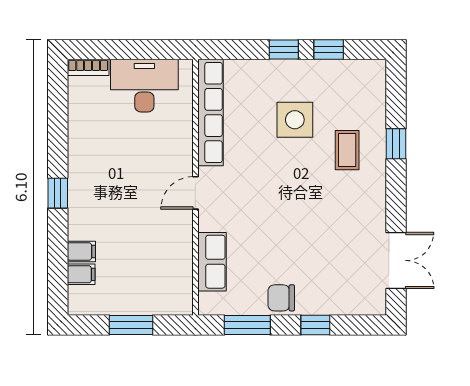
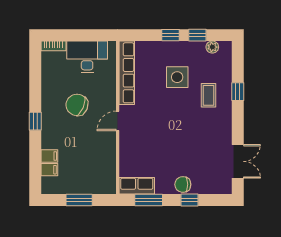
plant: (354, 69) -> (212, 47), added
chair: (127, 166) -> (77, 105), added
row of seats: (212, 262) -> (137, 186), moved, turned -90
chair: (281, 298) -> (183, 184), moved

